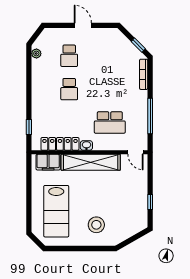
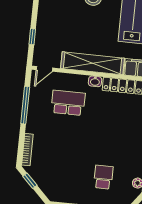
school desk: (69, 89) -> (107, 142), removed
door: (135, 152) -> (44, 69), swing flipped
window: (150, 202) -> (32, 37), moved

